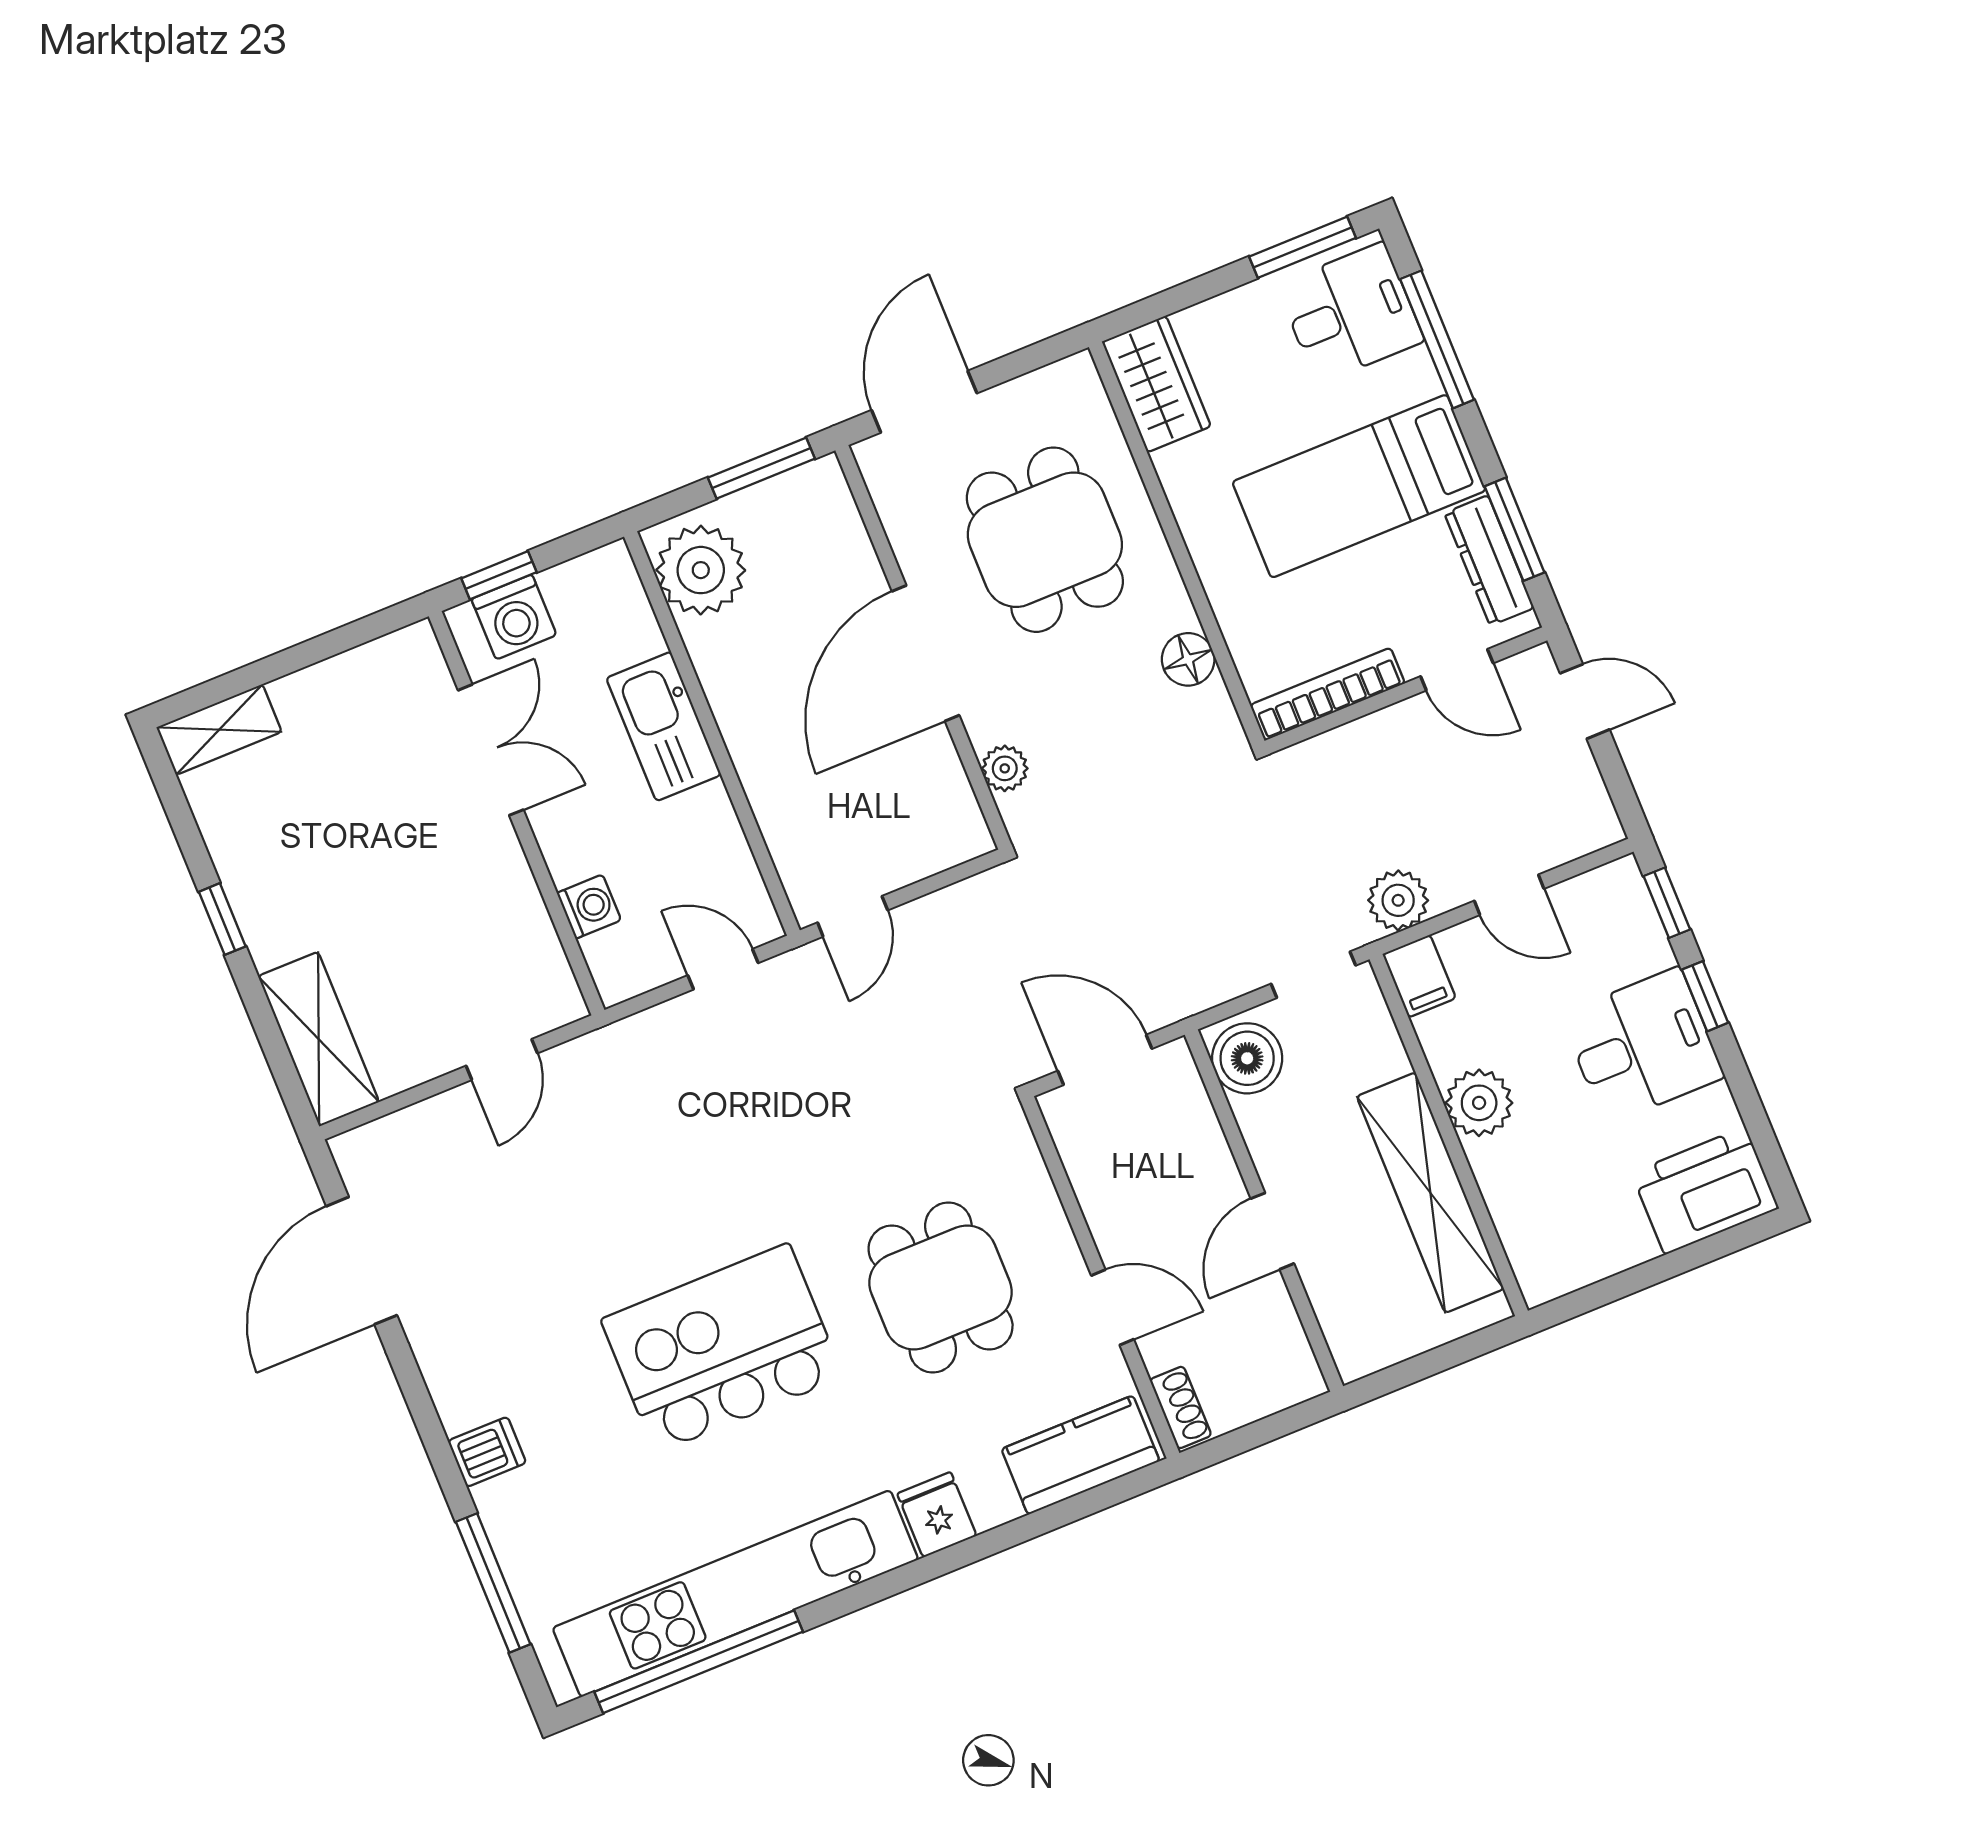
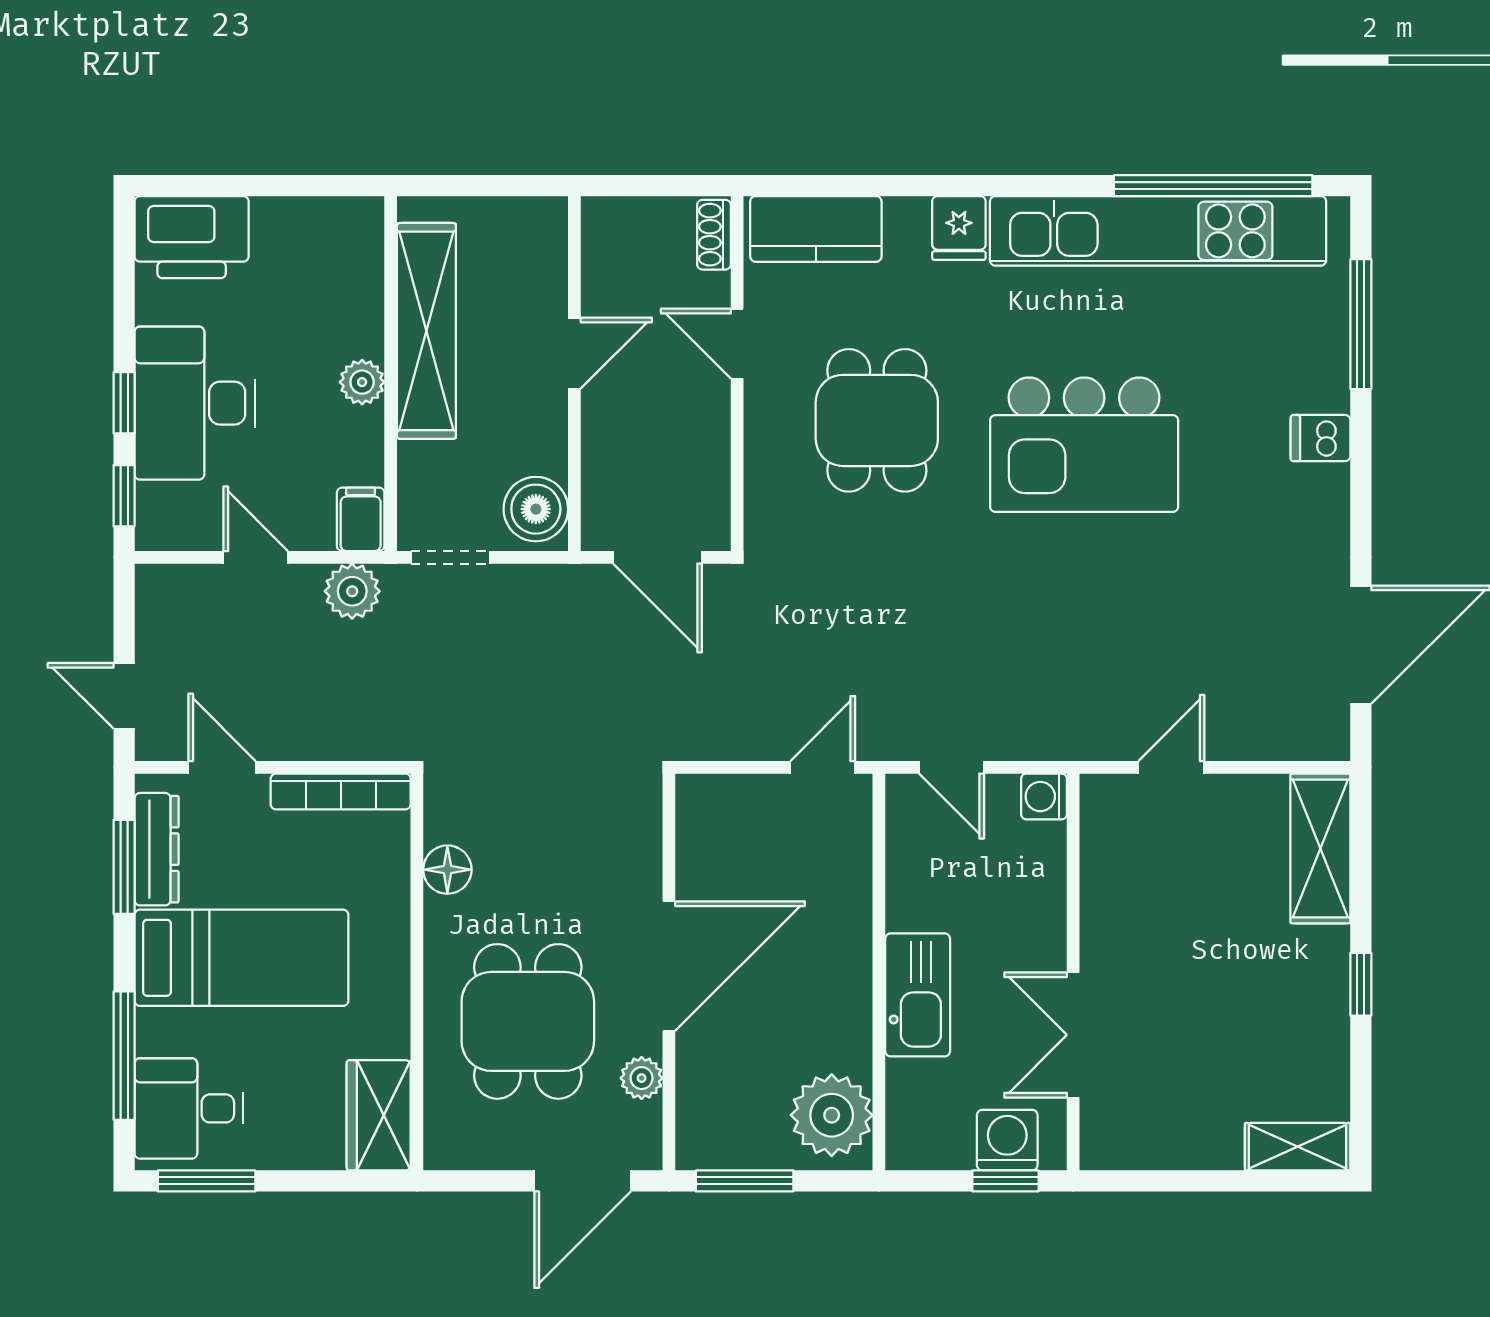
plant: (1005, 768) -> (642, 1078), moved
washing machine: (589, 907) -> (1044, 797), moved
desk: (1642, 1046) -> (195, 403), width x1.37
plant: (1479, 1103) -> (362, 382), width x0.73, depth x0.73

